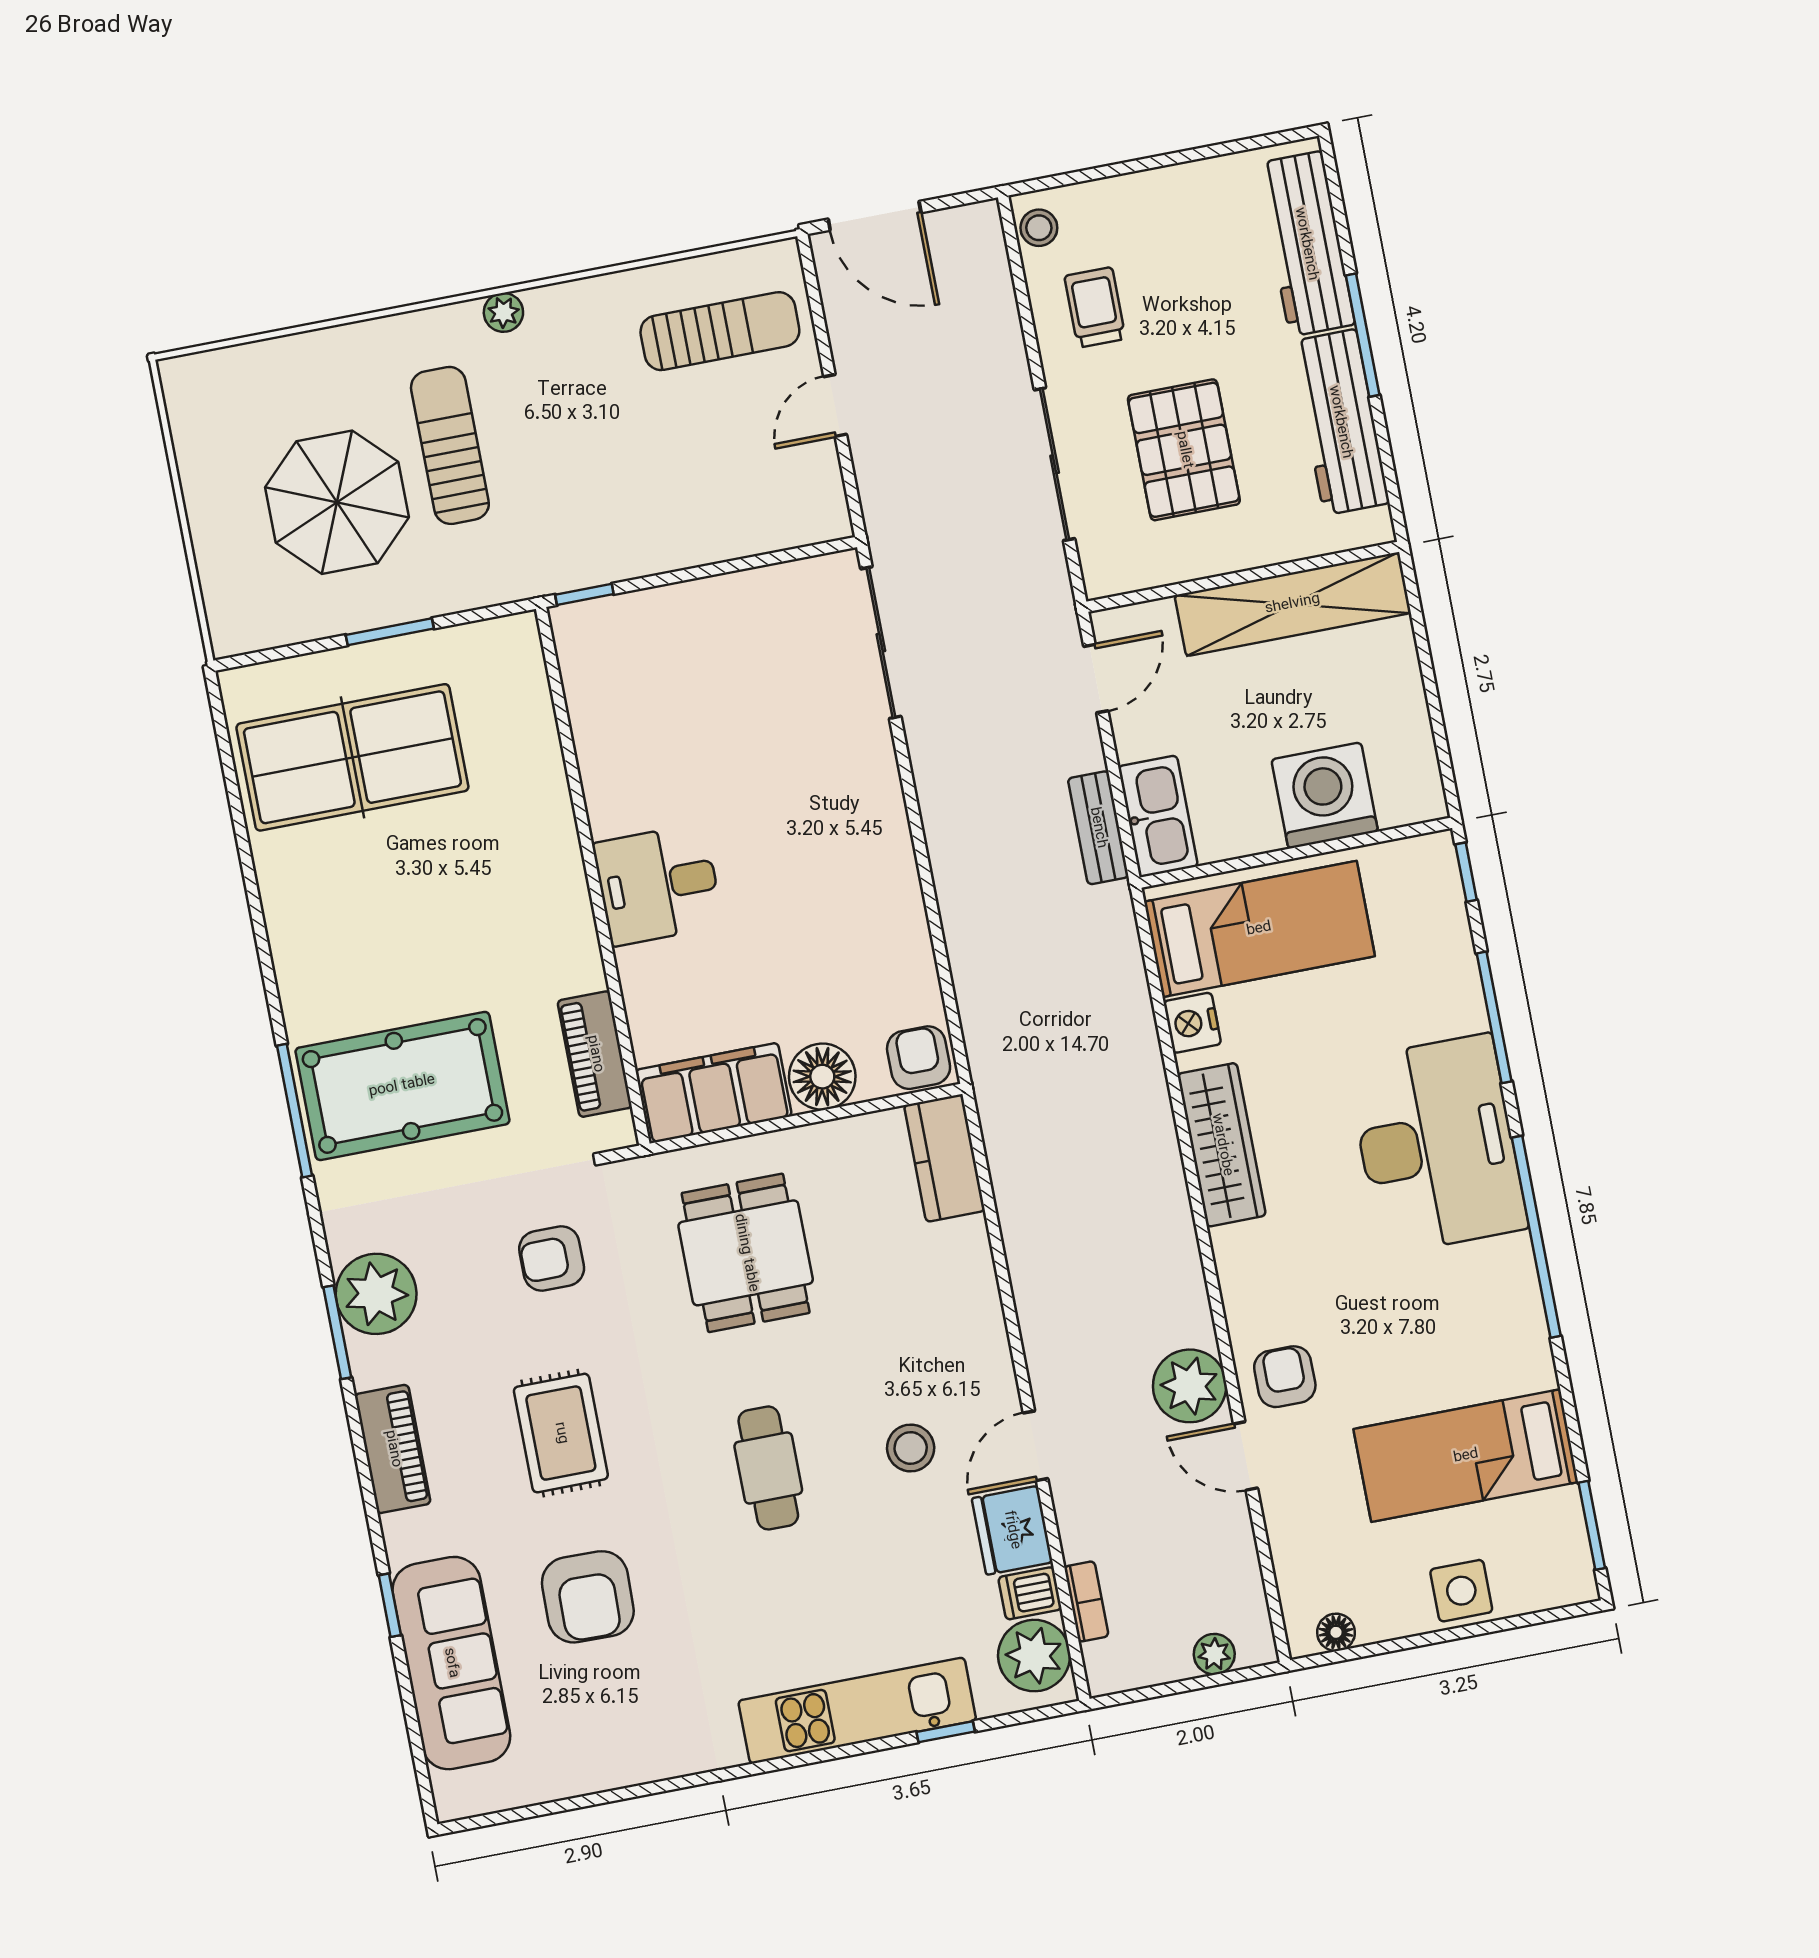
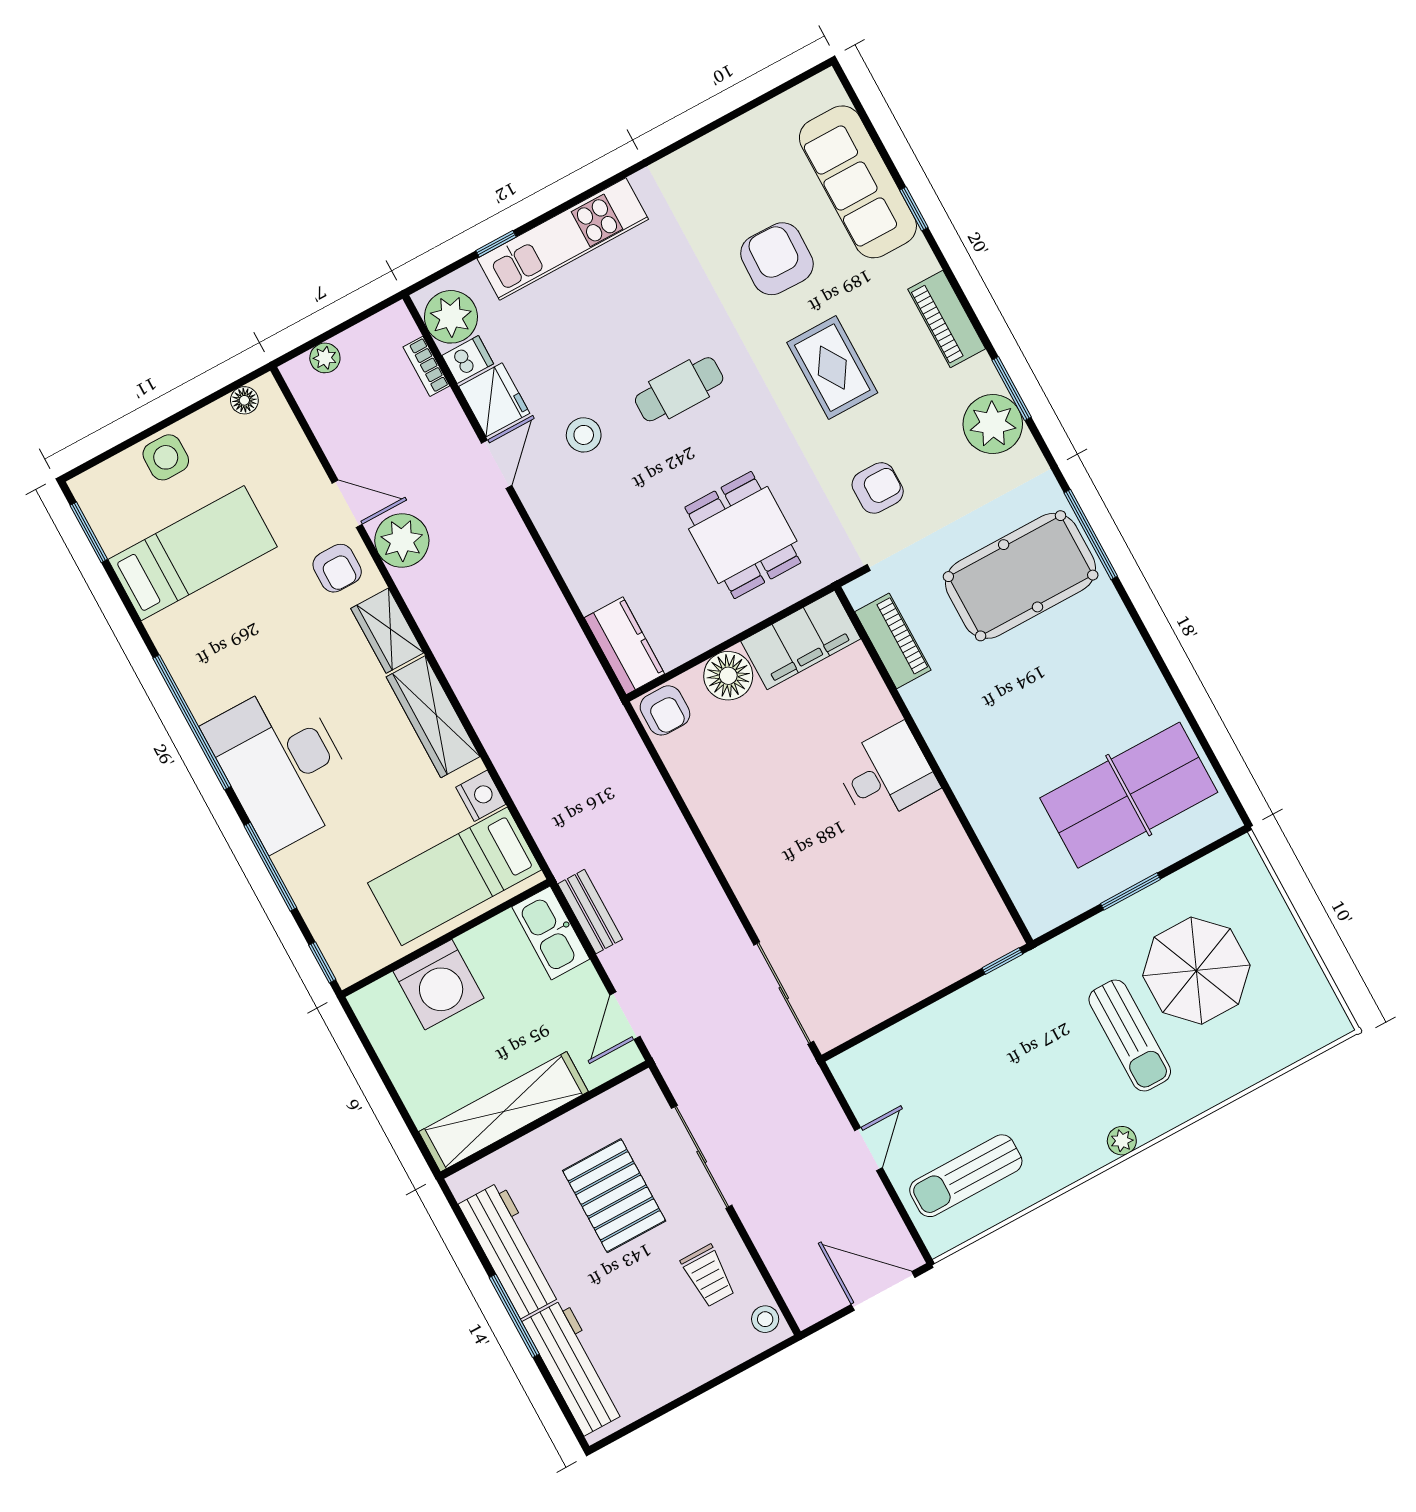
wardrobe: (1246, 1275) -> (387, 631), added
cafe table: (768, 1468) -> (679, 389), turned 90

